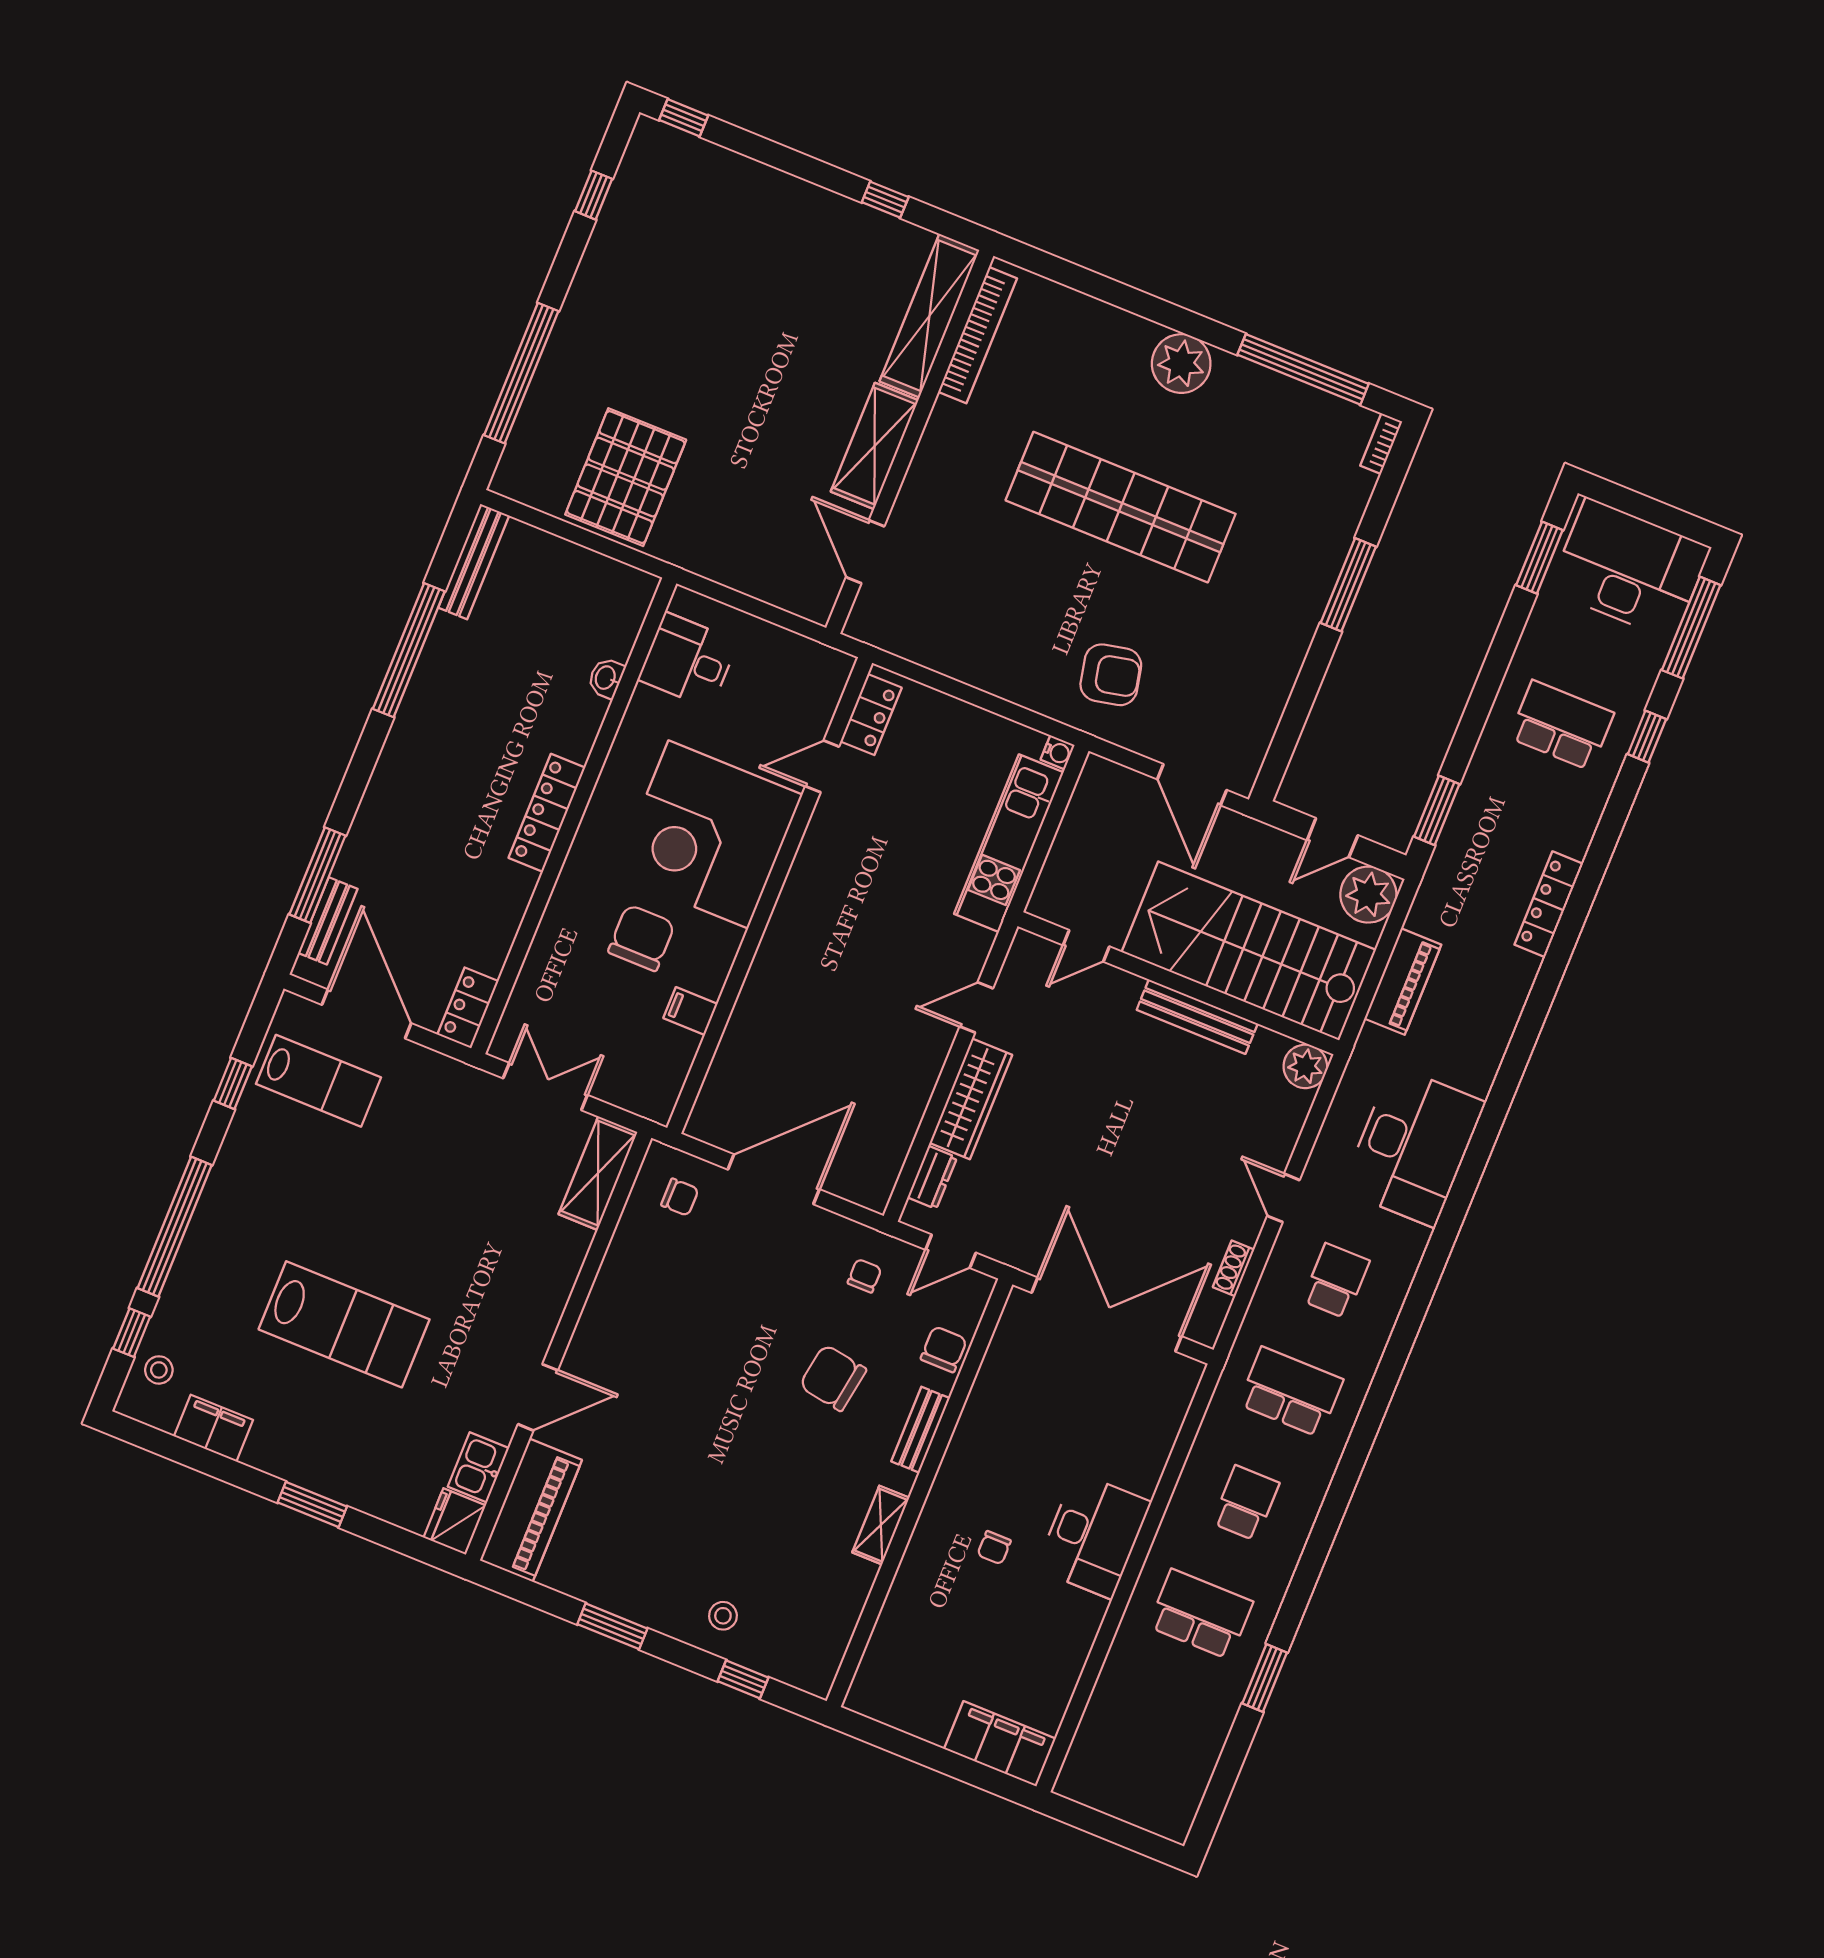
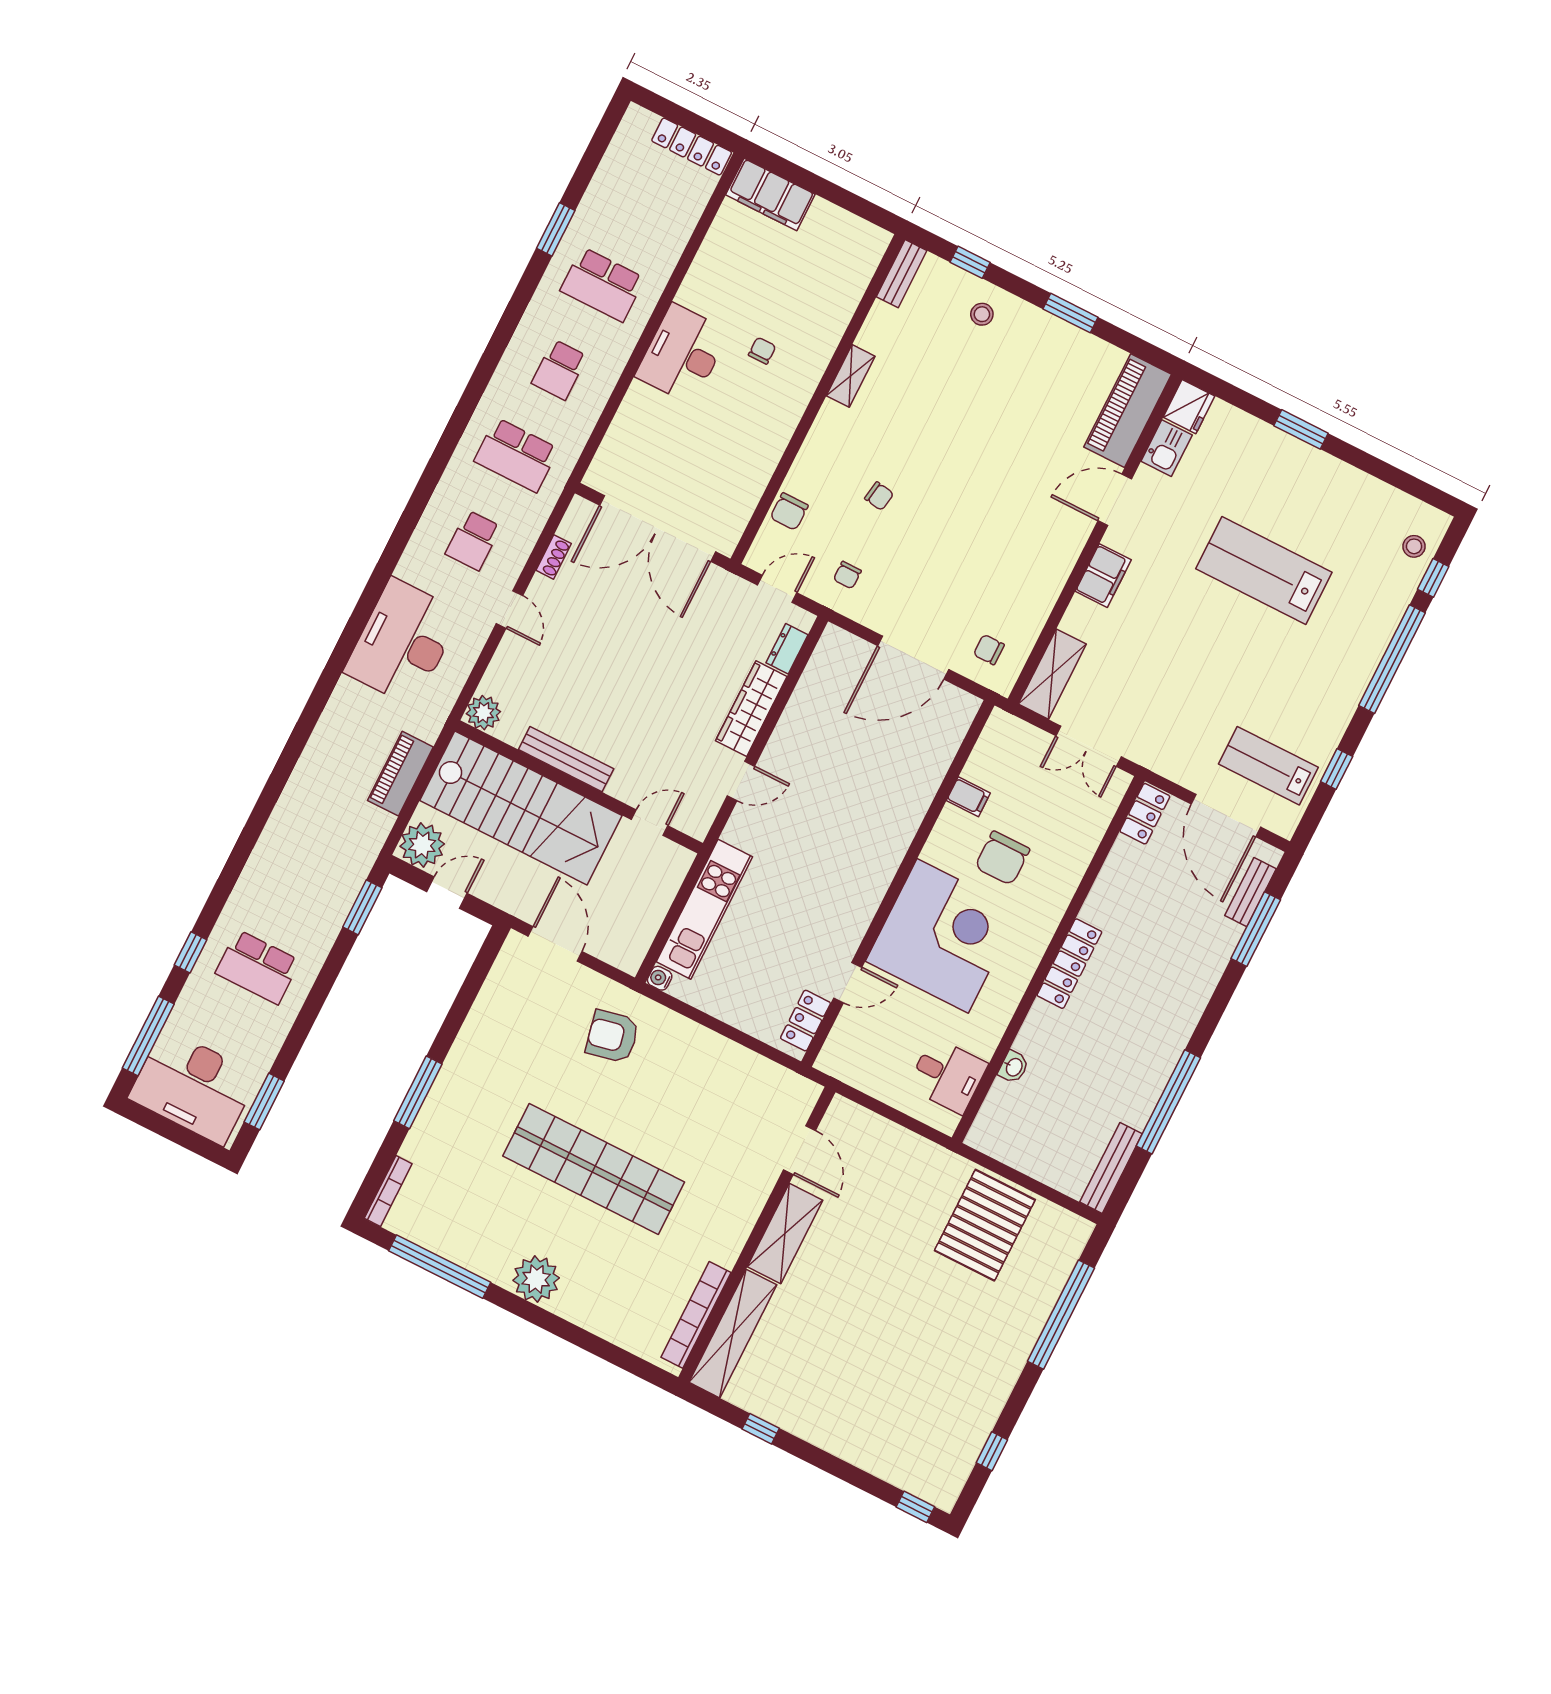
bookcase: (1381, 444) -> (388, 1191), width x1.56
locker: (1549, 904) -> (692, 147), moved, turned 90
chair: (833, 1378) -> (879, 496), width x0.54, depth x0.54
filing cabinet: (213, 1428) -> (1103, 576), moved, turned -90
bench: (920, 1430) -> (902, 274), moved

